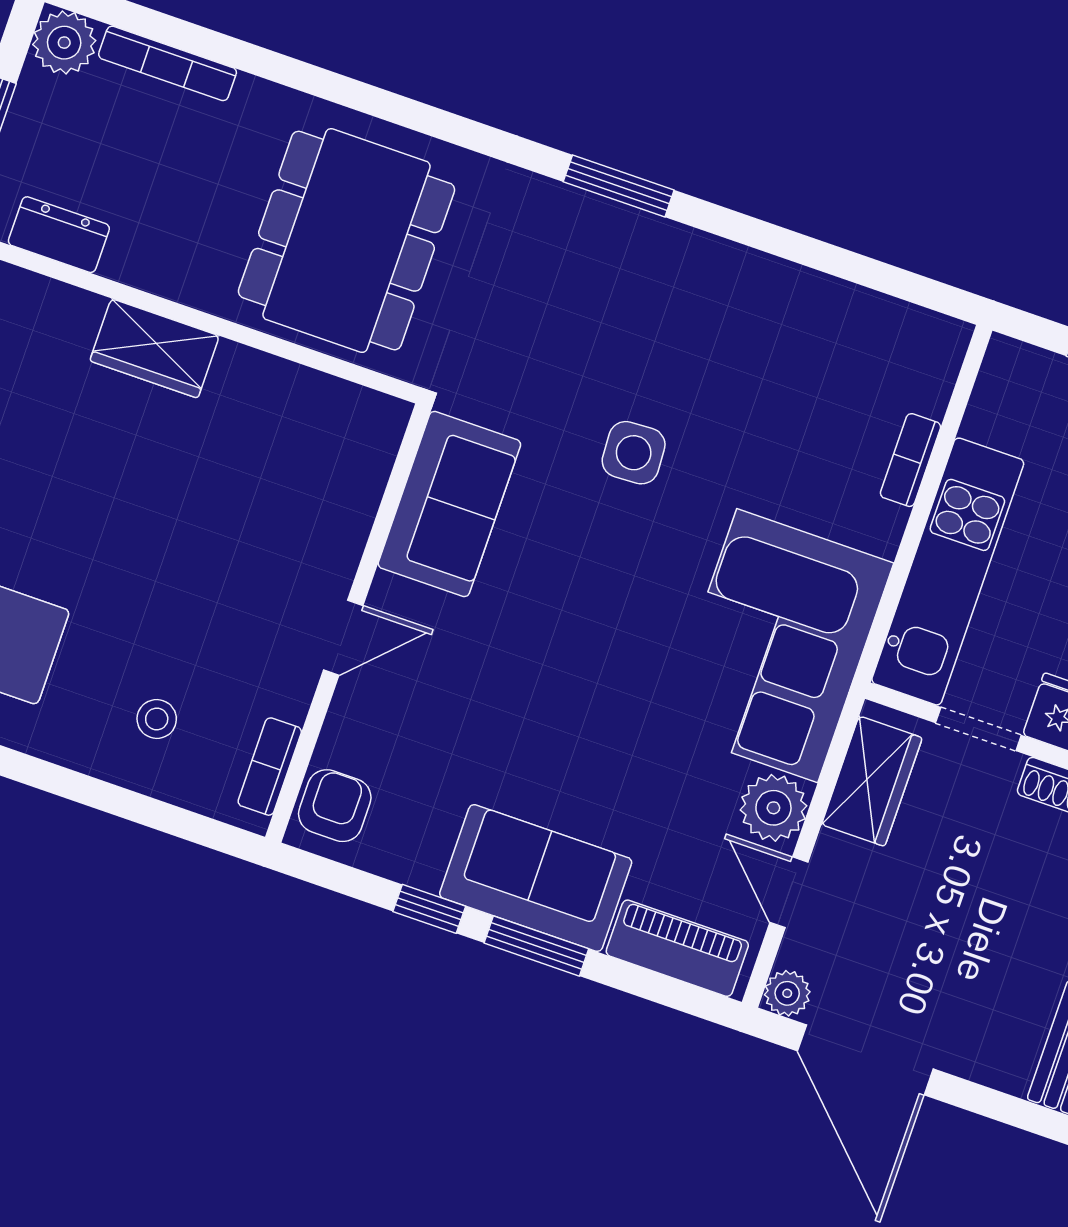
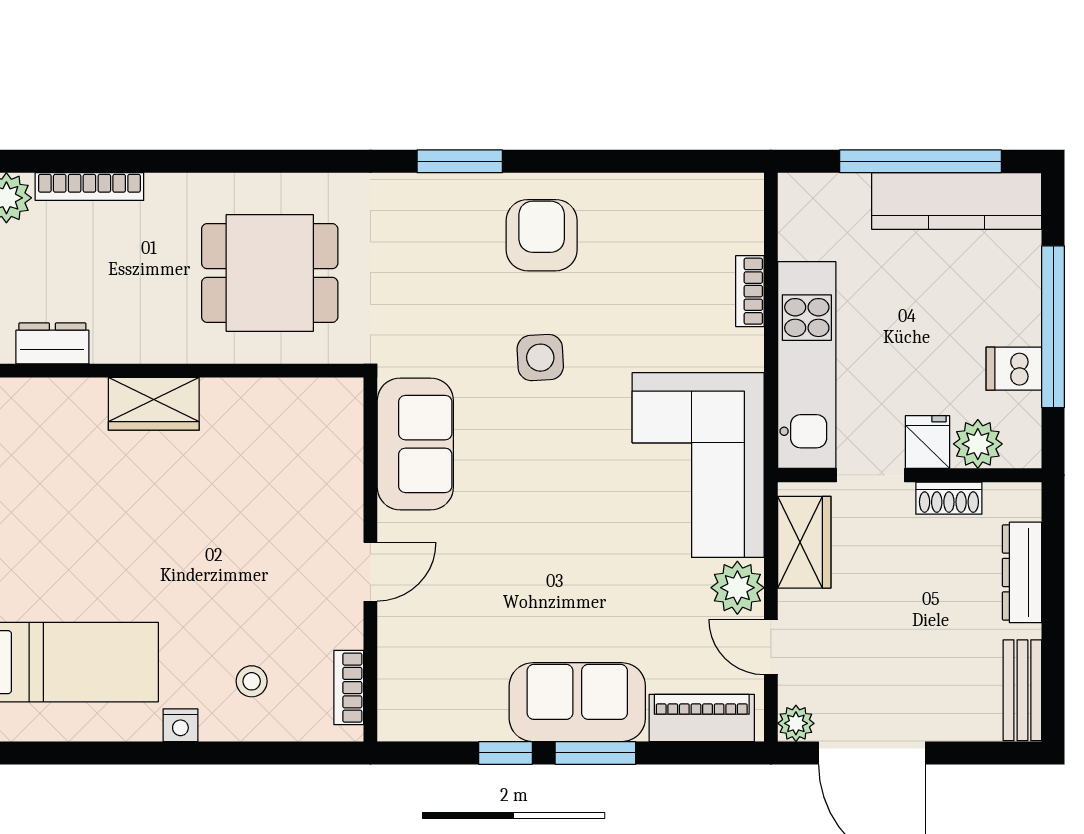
dining table: (347, 241) -> (270, 273), width x0.73
nightstand: (54, 742) -> (180, 725), added
armchair: (335, 806) -> (542, 235), moved, width x1.38, depth x1.38

